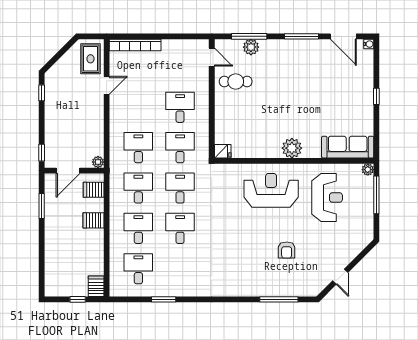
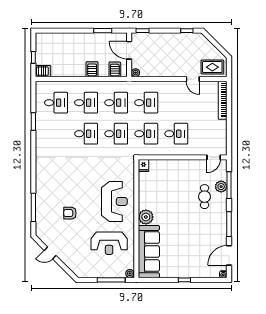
cafe table: (236, 81) -> (205, 197), moved
sofa: (348, 147) -> (149, 252), width x1.36, depth x1.27

